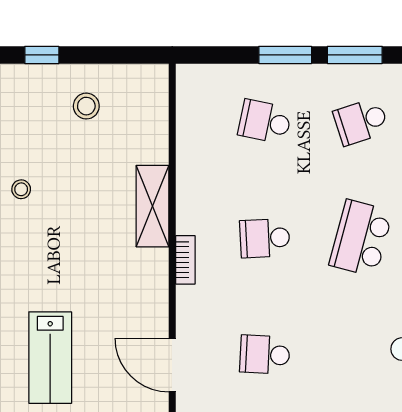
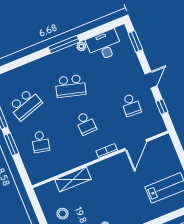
school desk: (361, 122) -> (25, 104), width x1.85
shelving: (153, 206) -> (73, 179), moved
door: (172, 365) -> (136, 145), moved

